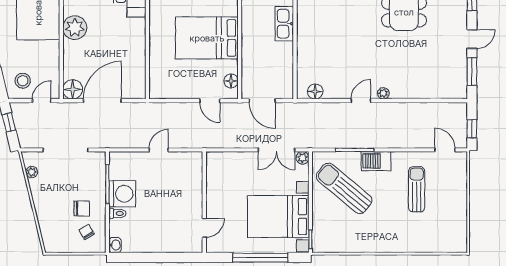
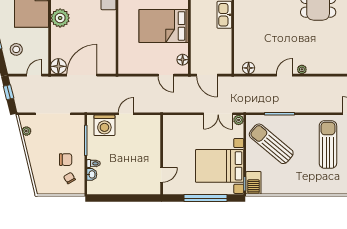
stool: (23, 81) -> (16, 49), moved
barbecue: (376, 161) -> (253, 183), moved, turned -90
sun lounger: (417, 189) -> (328, 145), width x1.36, depth x1.34
washing machine: (122, 194) -> (104, 125), moved, turned 90
washbasin: (115, 245) -> (92, 174), moved

